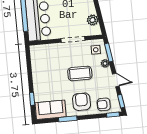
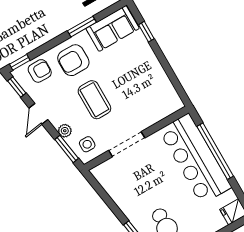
plant: (93, 20) -> (111, 185), removed
coffee table: (80, 73) -> (94, 100), turned 90
door: (116, 80) -> (38, 114), hinge flipped
armchair: (82, 102) -> (73, 60), turned 90

